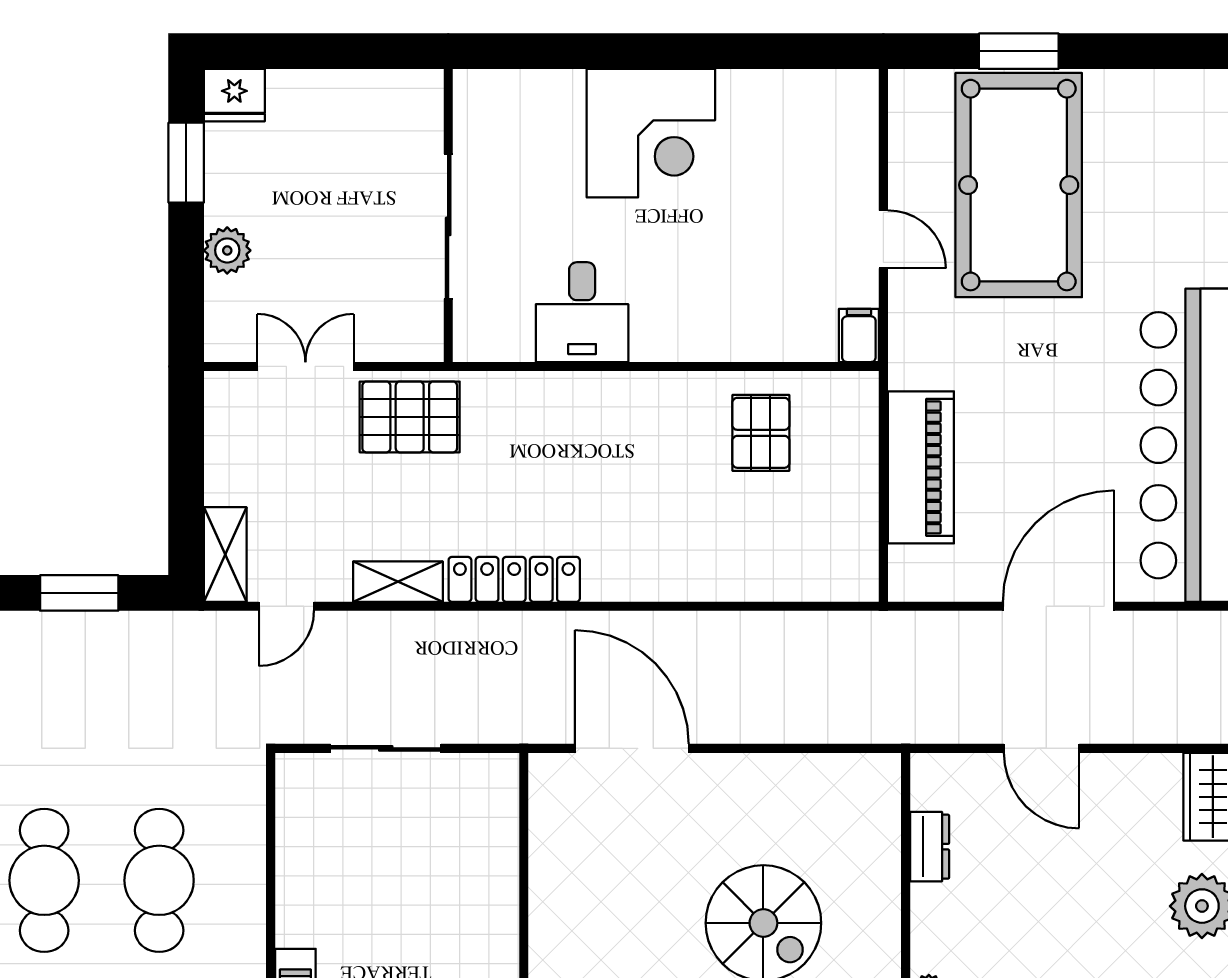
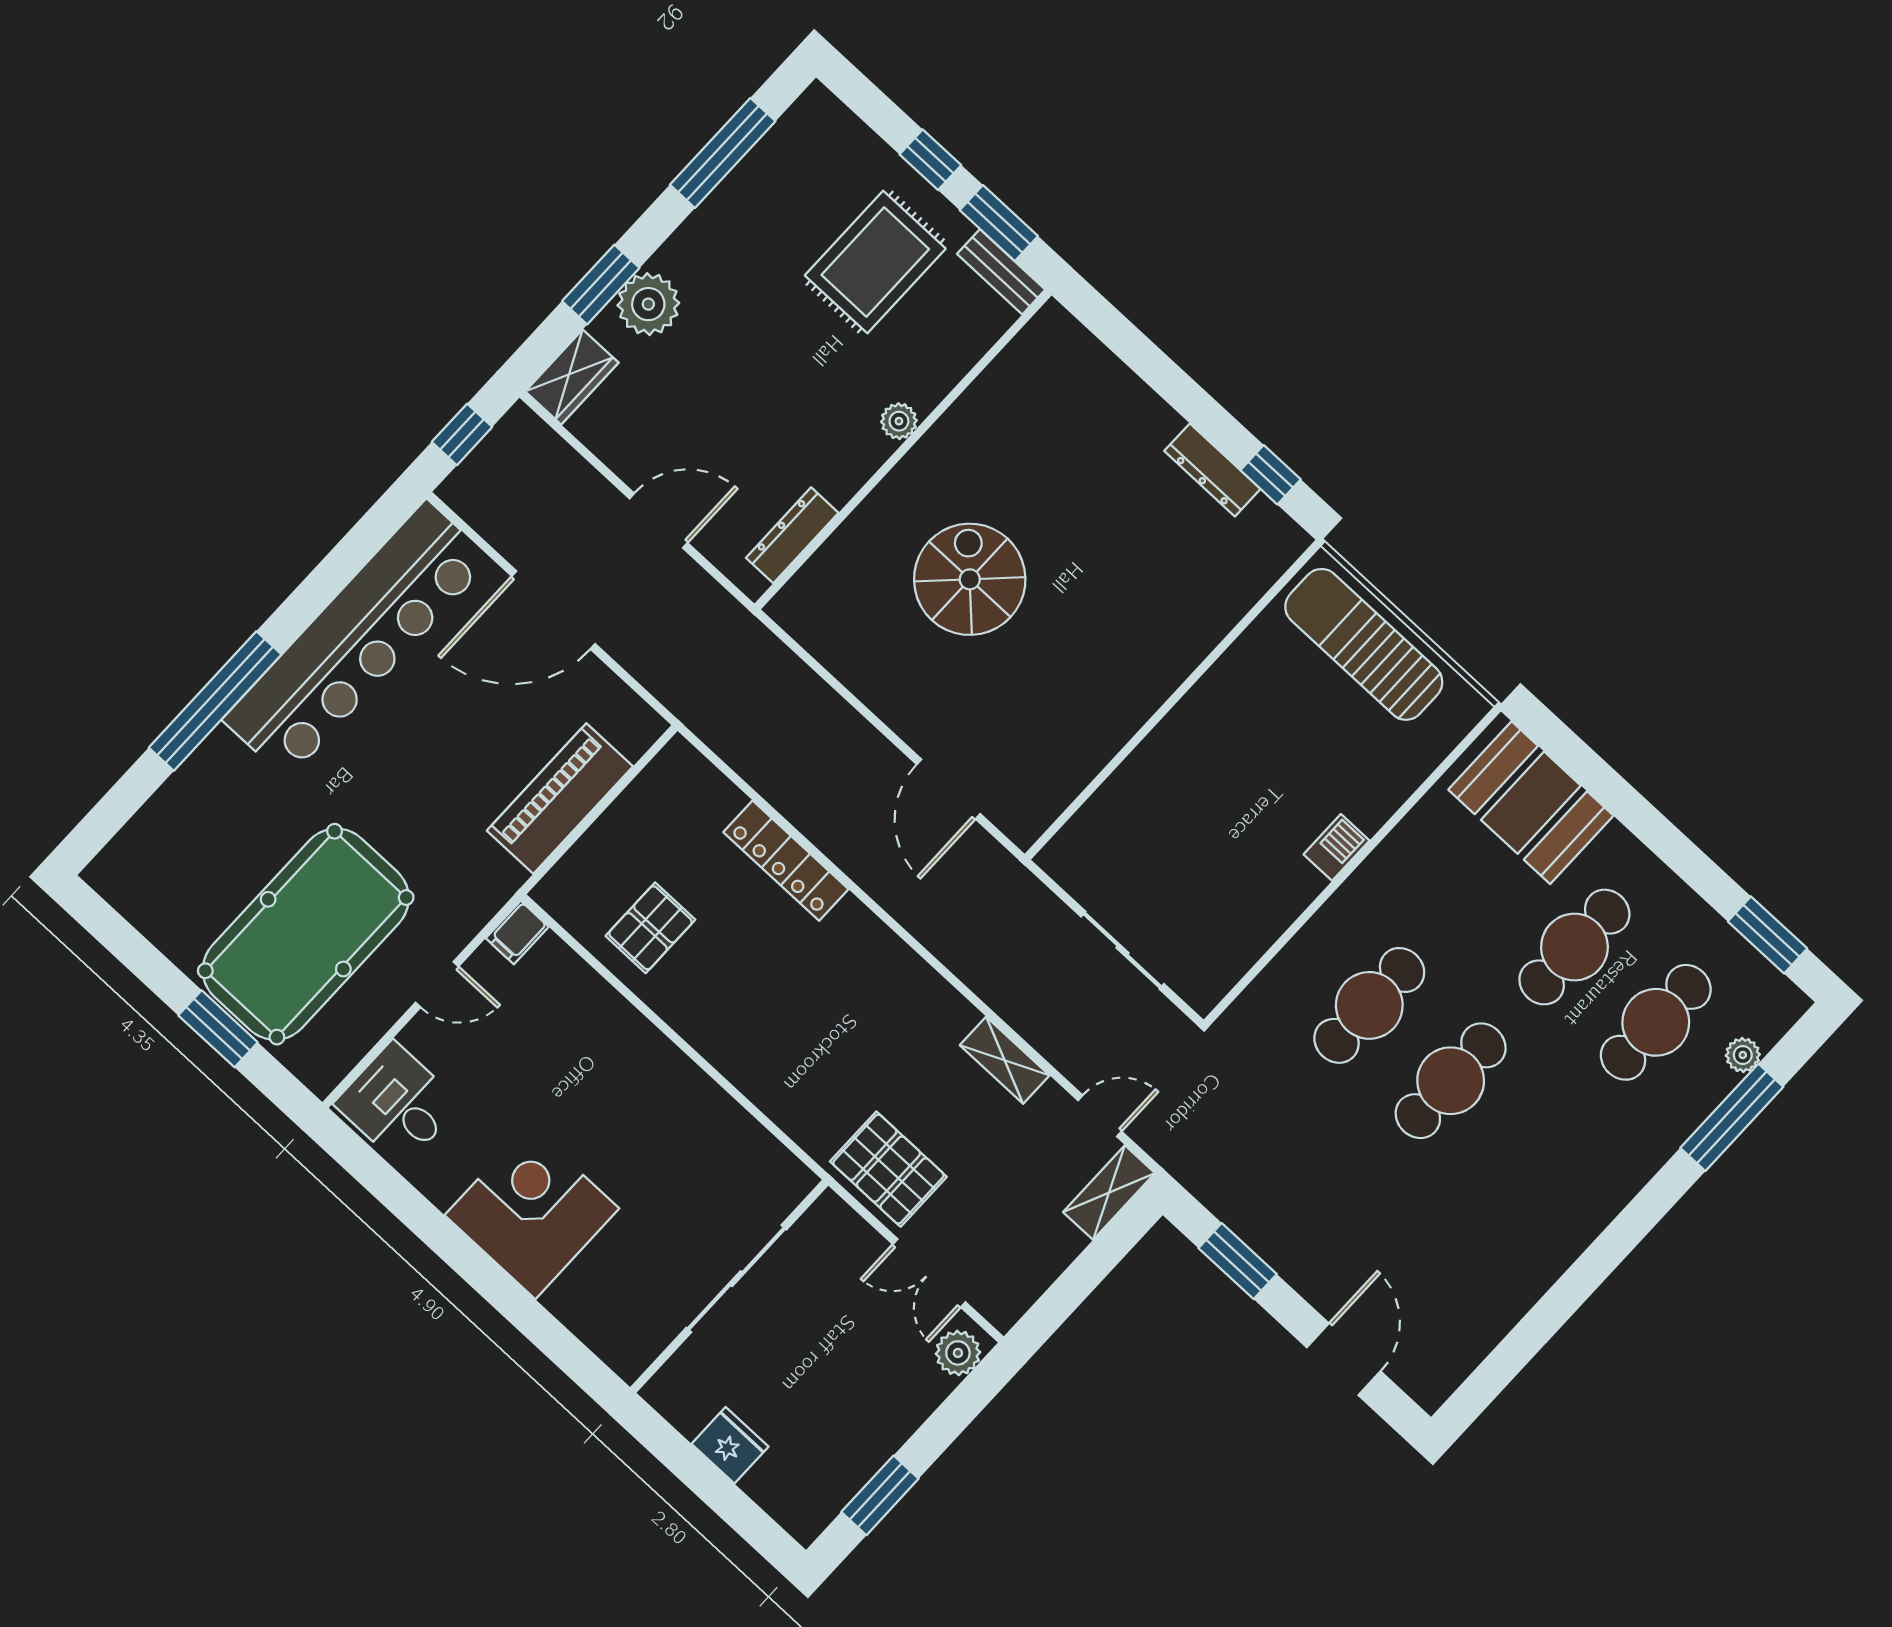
fridge: (234, 95) -> (730, 1445), moved
door: (883, 239) -> (437, 984), swing flipped
plant: (227, 250) -> (958, 1353), moved
desk: (582, 312) -> (398, 1104), moved, turned -90
locker: (514, 579) -> (786, 861), moved
door: (632, 748) -> (948, 789), width x0.73
door: (1042, 748) -> (658, 521), hinge flipped
dresser: (930, 847) -> (792, 535), width x1.44

